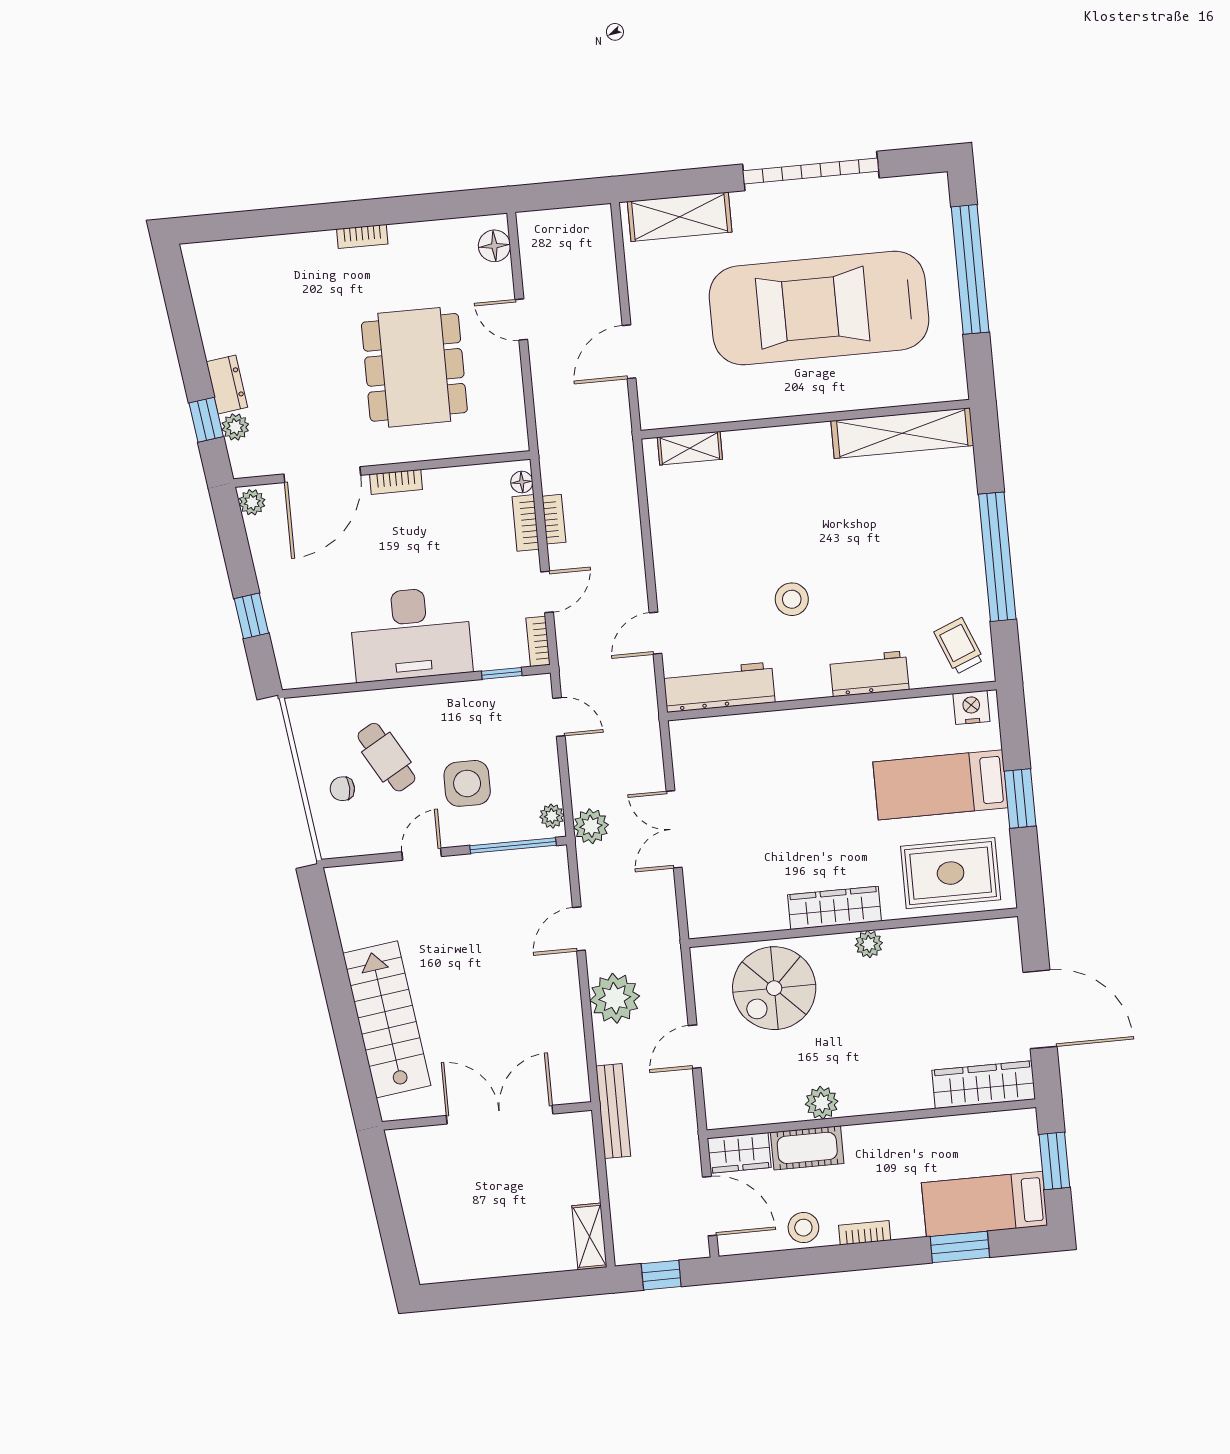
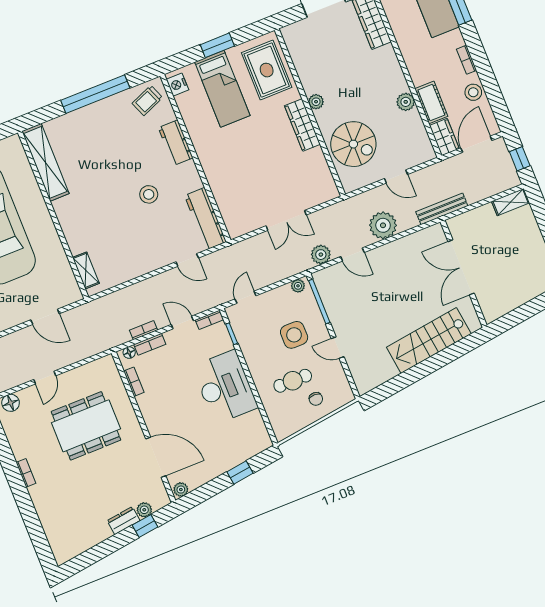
bookcase: (396, 482) -> (134, 382), moved
cafe table: (386, 757) -> (293, 381), turned 30
plant: (591, 826) -> (321, 255), moved

